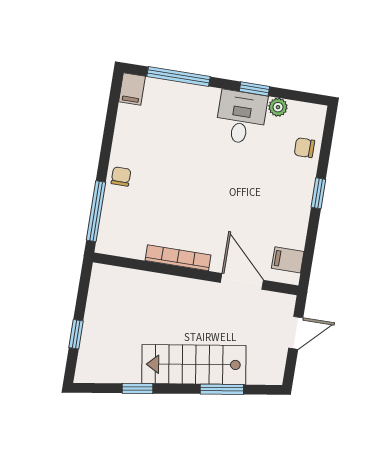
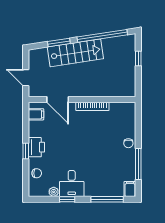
printer: (297, 197) -> (36, 147), added
window: (96, 211) -> (138, 164), moved
door: (296, 333) -> (26, 78), hinge flipped
window: (137, 388) -> (102, 36), width x3.17

